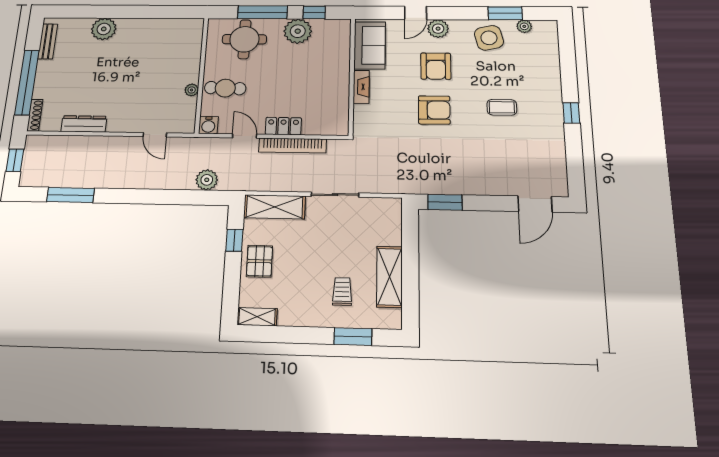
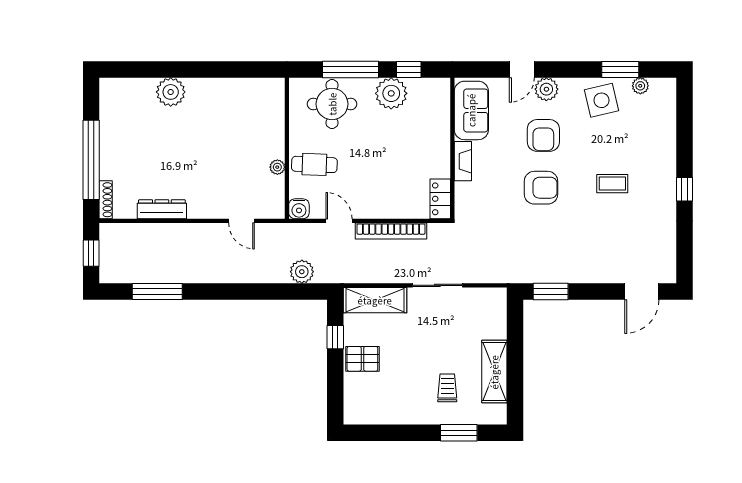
bench: (48, 41) -> (108, 108), removed
locker: (283, 126) -> (440, 199), moved, turned -90
pallet: (259, 261) -> (362, 359), turned 90
shelving: (257, 317) -> (363, 416), removed

